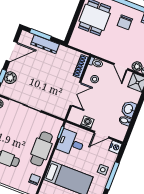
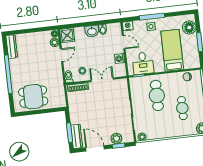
chair: (125, 22) -> (24, 71), removed
dresser: (45, 44) -> (77, 136), moved
cafe table: (41, 149) -> (157, 95), moved, turned 90

